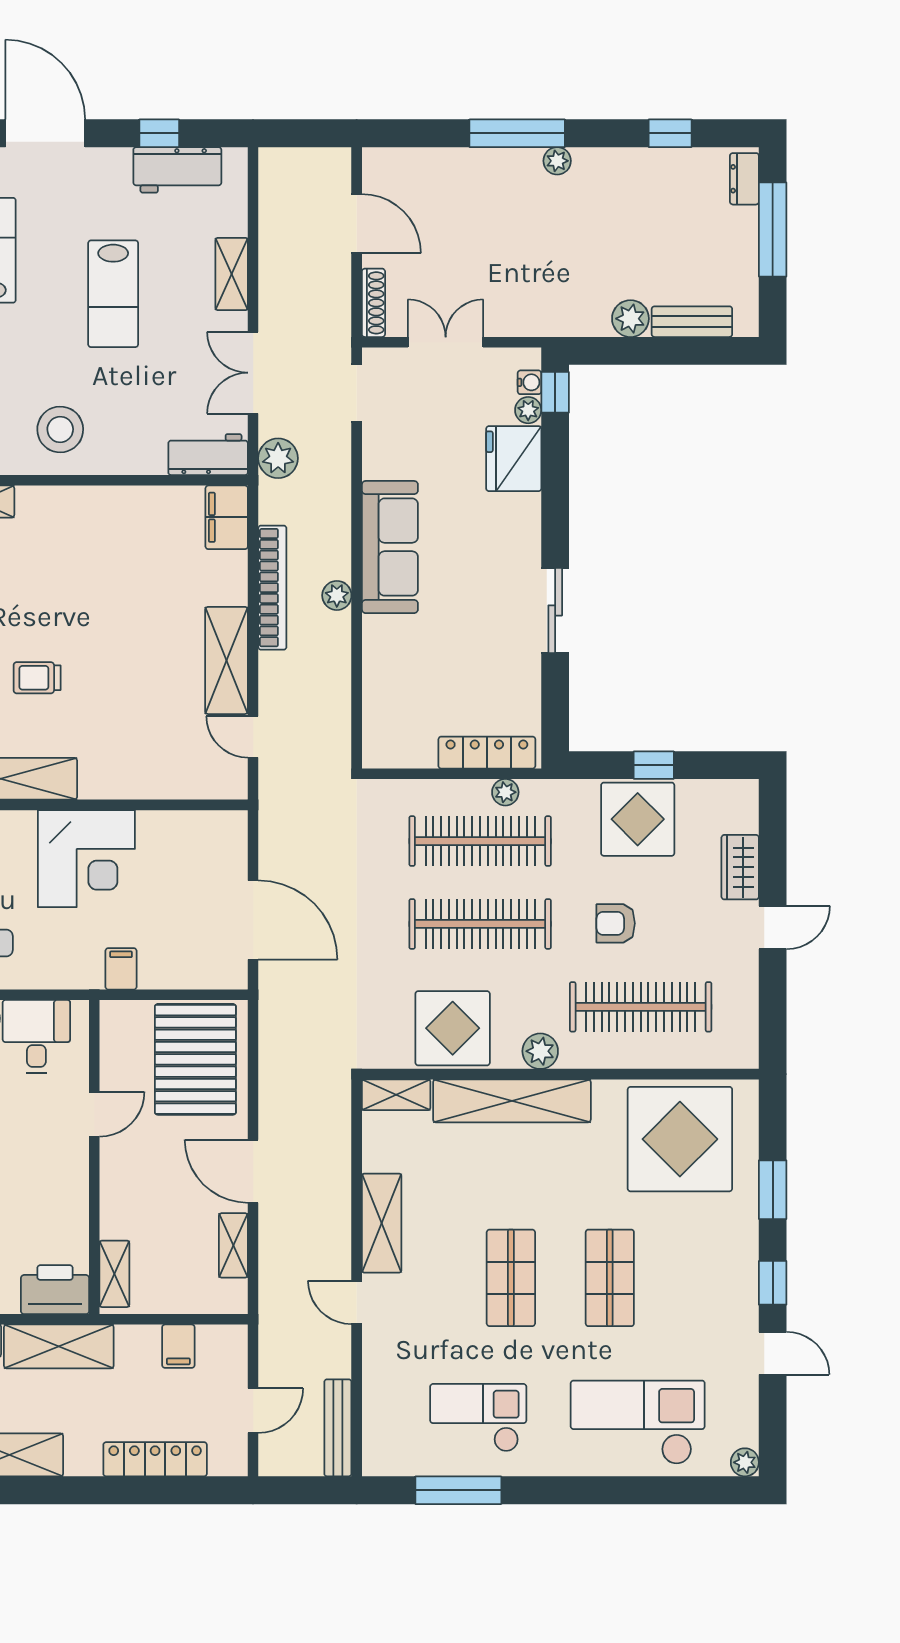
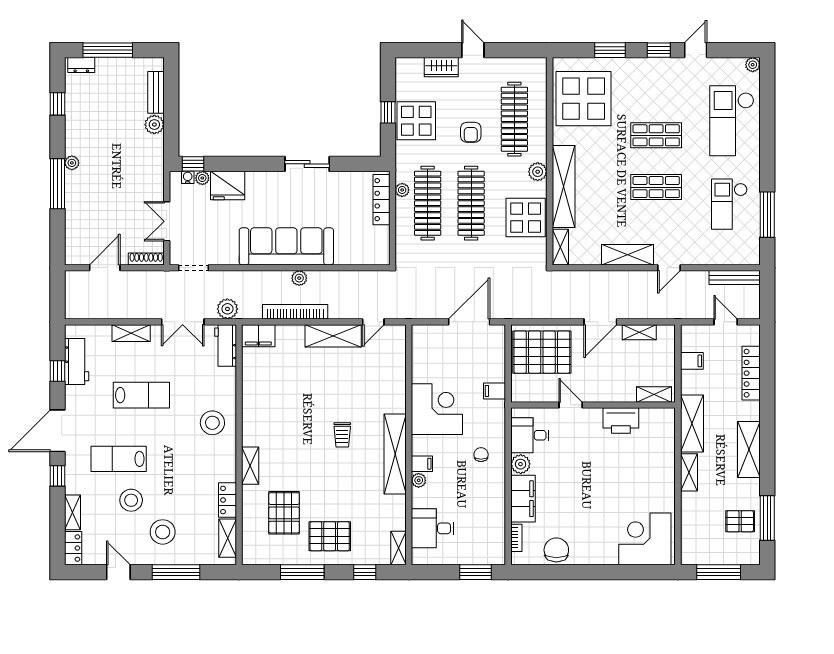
sofa: (390, 547) -> (286, 246), width x1.36, depth x1.27
printer: (55, 1290) -> (621, 421), moved, turned -90

